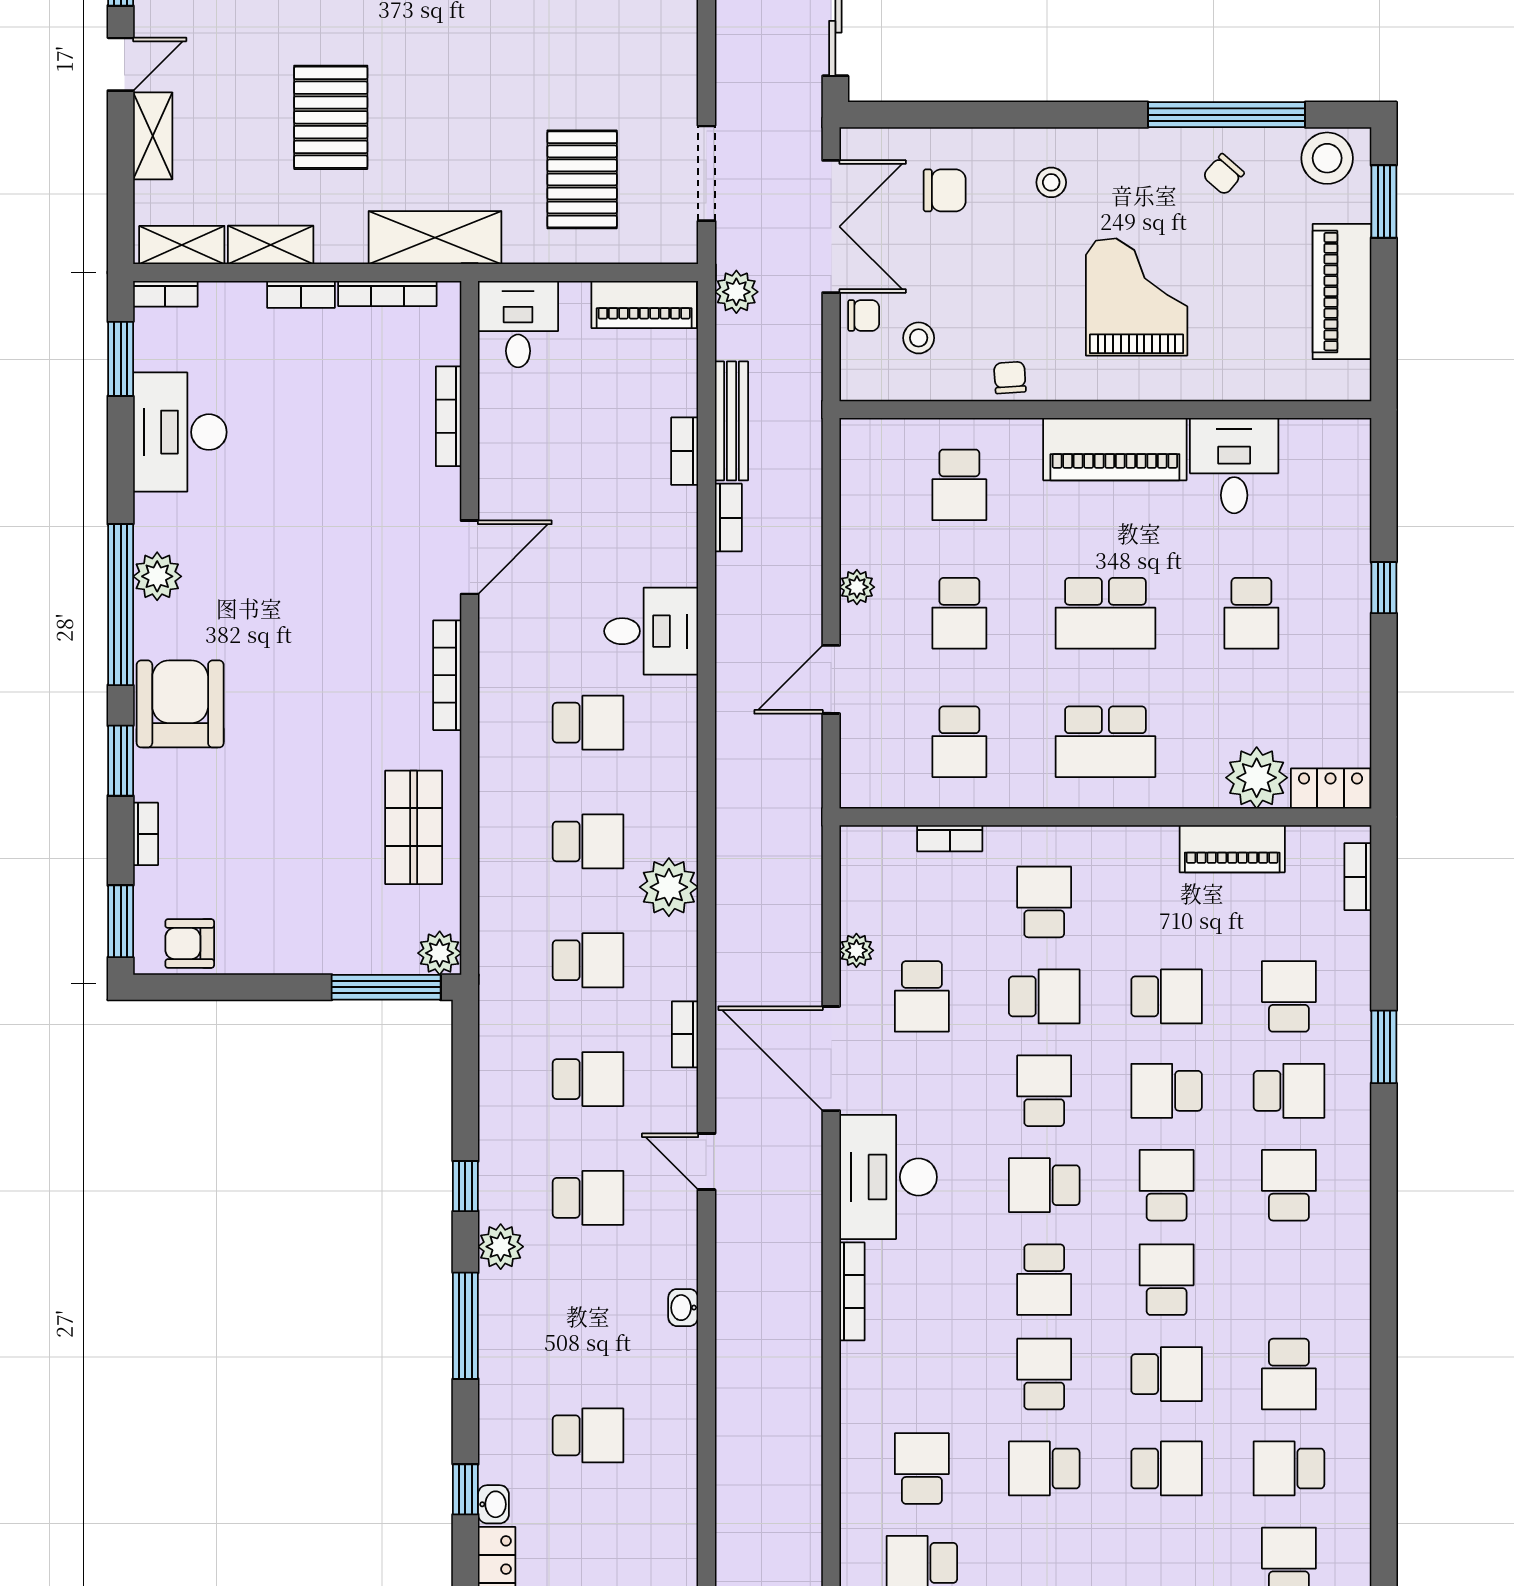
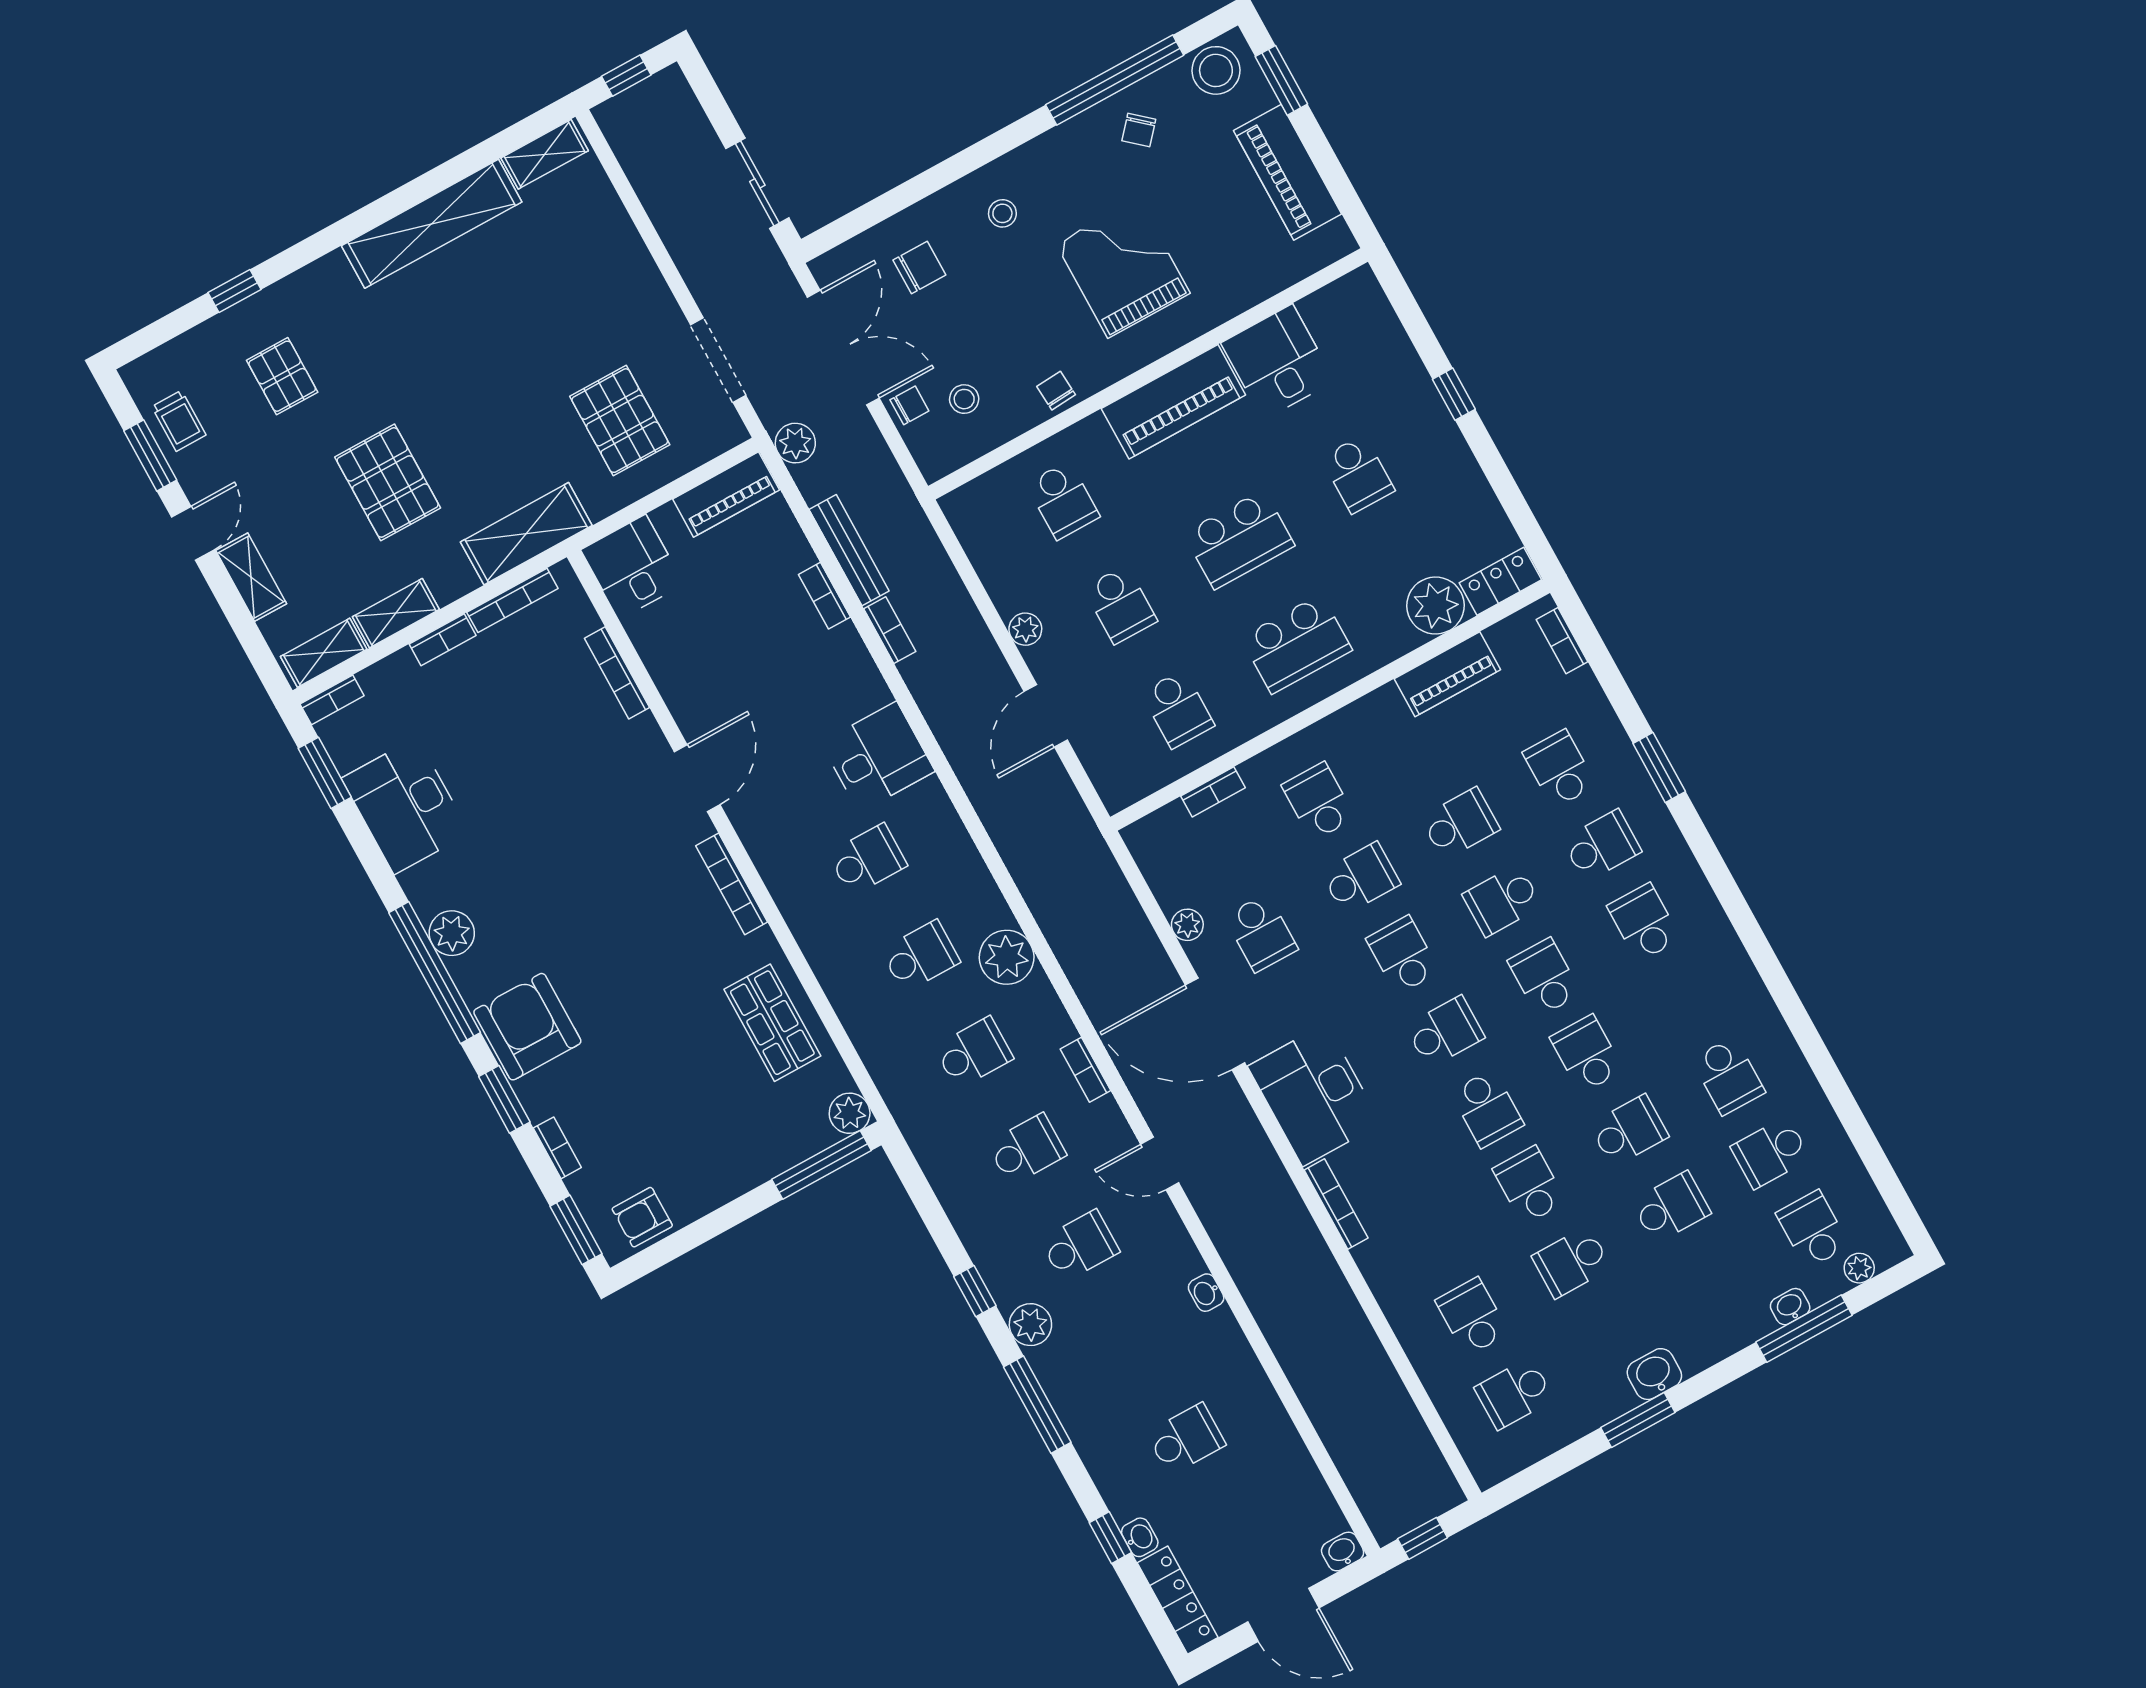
school desk: (1044, 1185) -> (1445, 1032), turned 180

